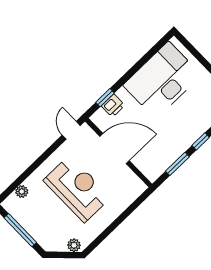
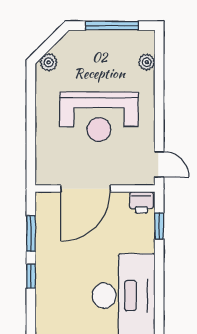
printer: (113, 106) -> (141, 202), moved, turned -90
door: (114, 149) -> (85, 189), moved

